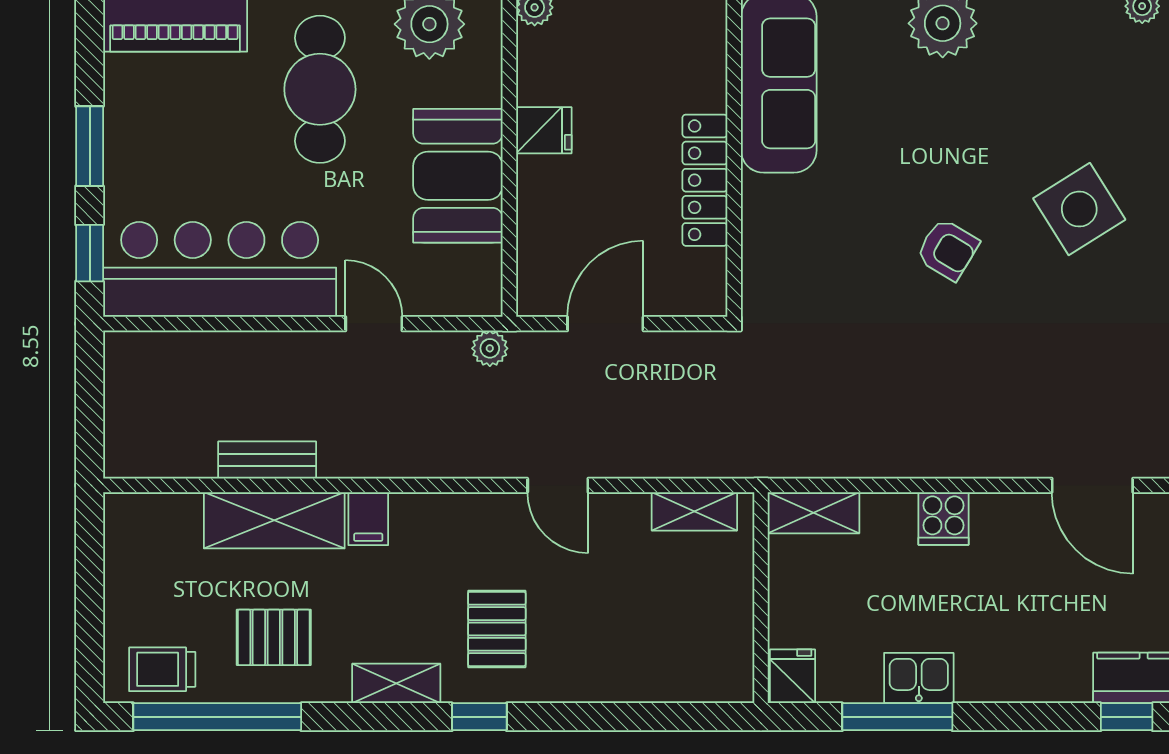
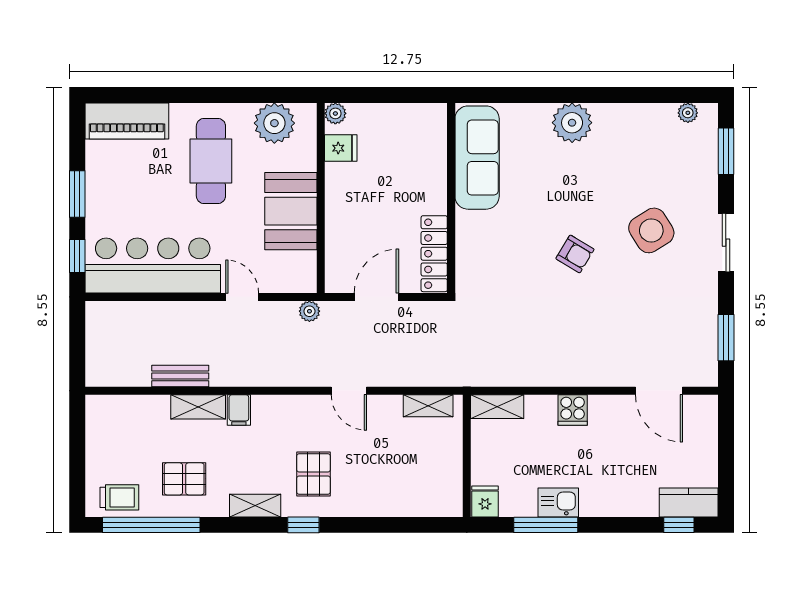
fridge: (544, 130) -> (341, 148), moved
locker: (705, 180) -> (434, 254), moved
shelving: (274, 520) -> (198, 407), width x0.67, depth x0.75
trolley: (162, 669) -> (119, 497), turned 180

